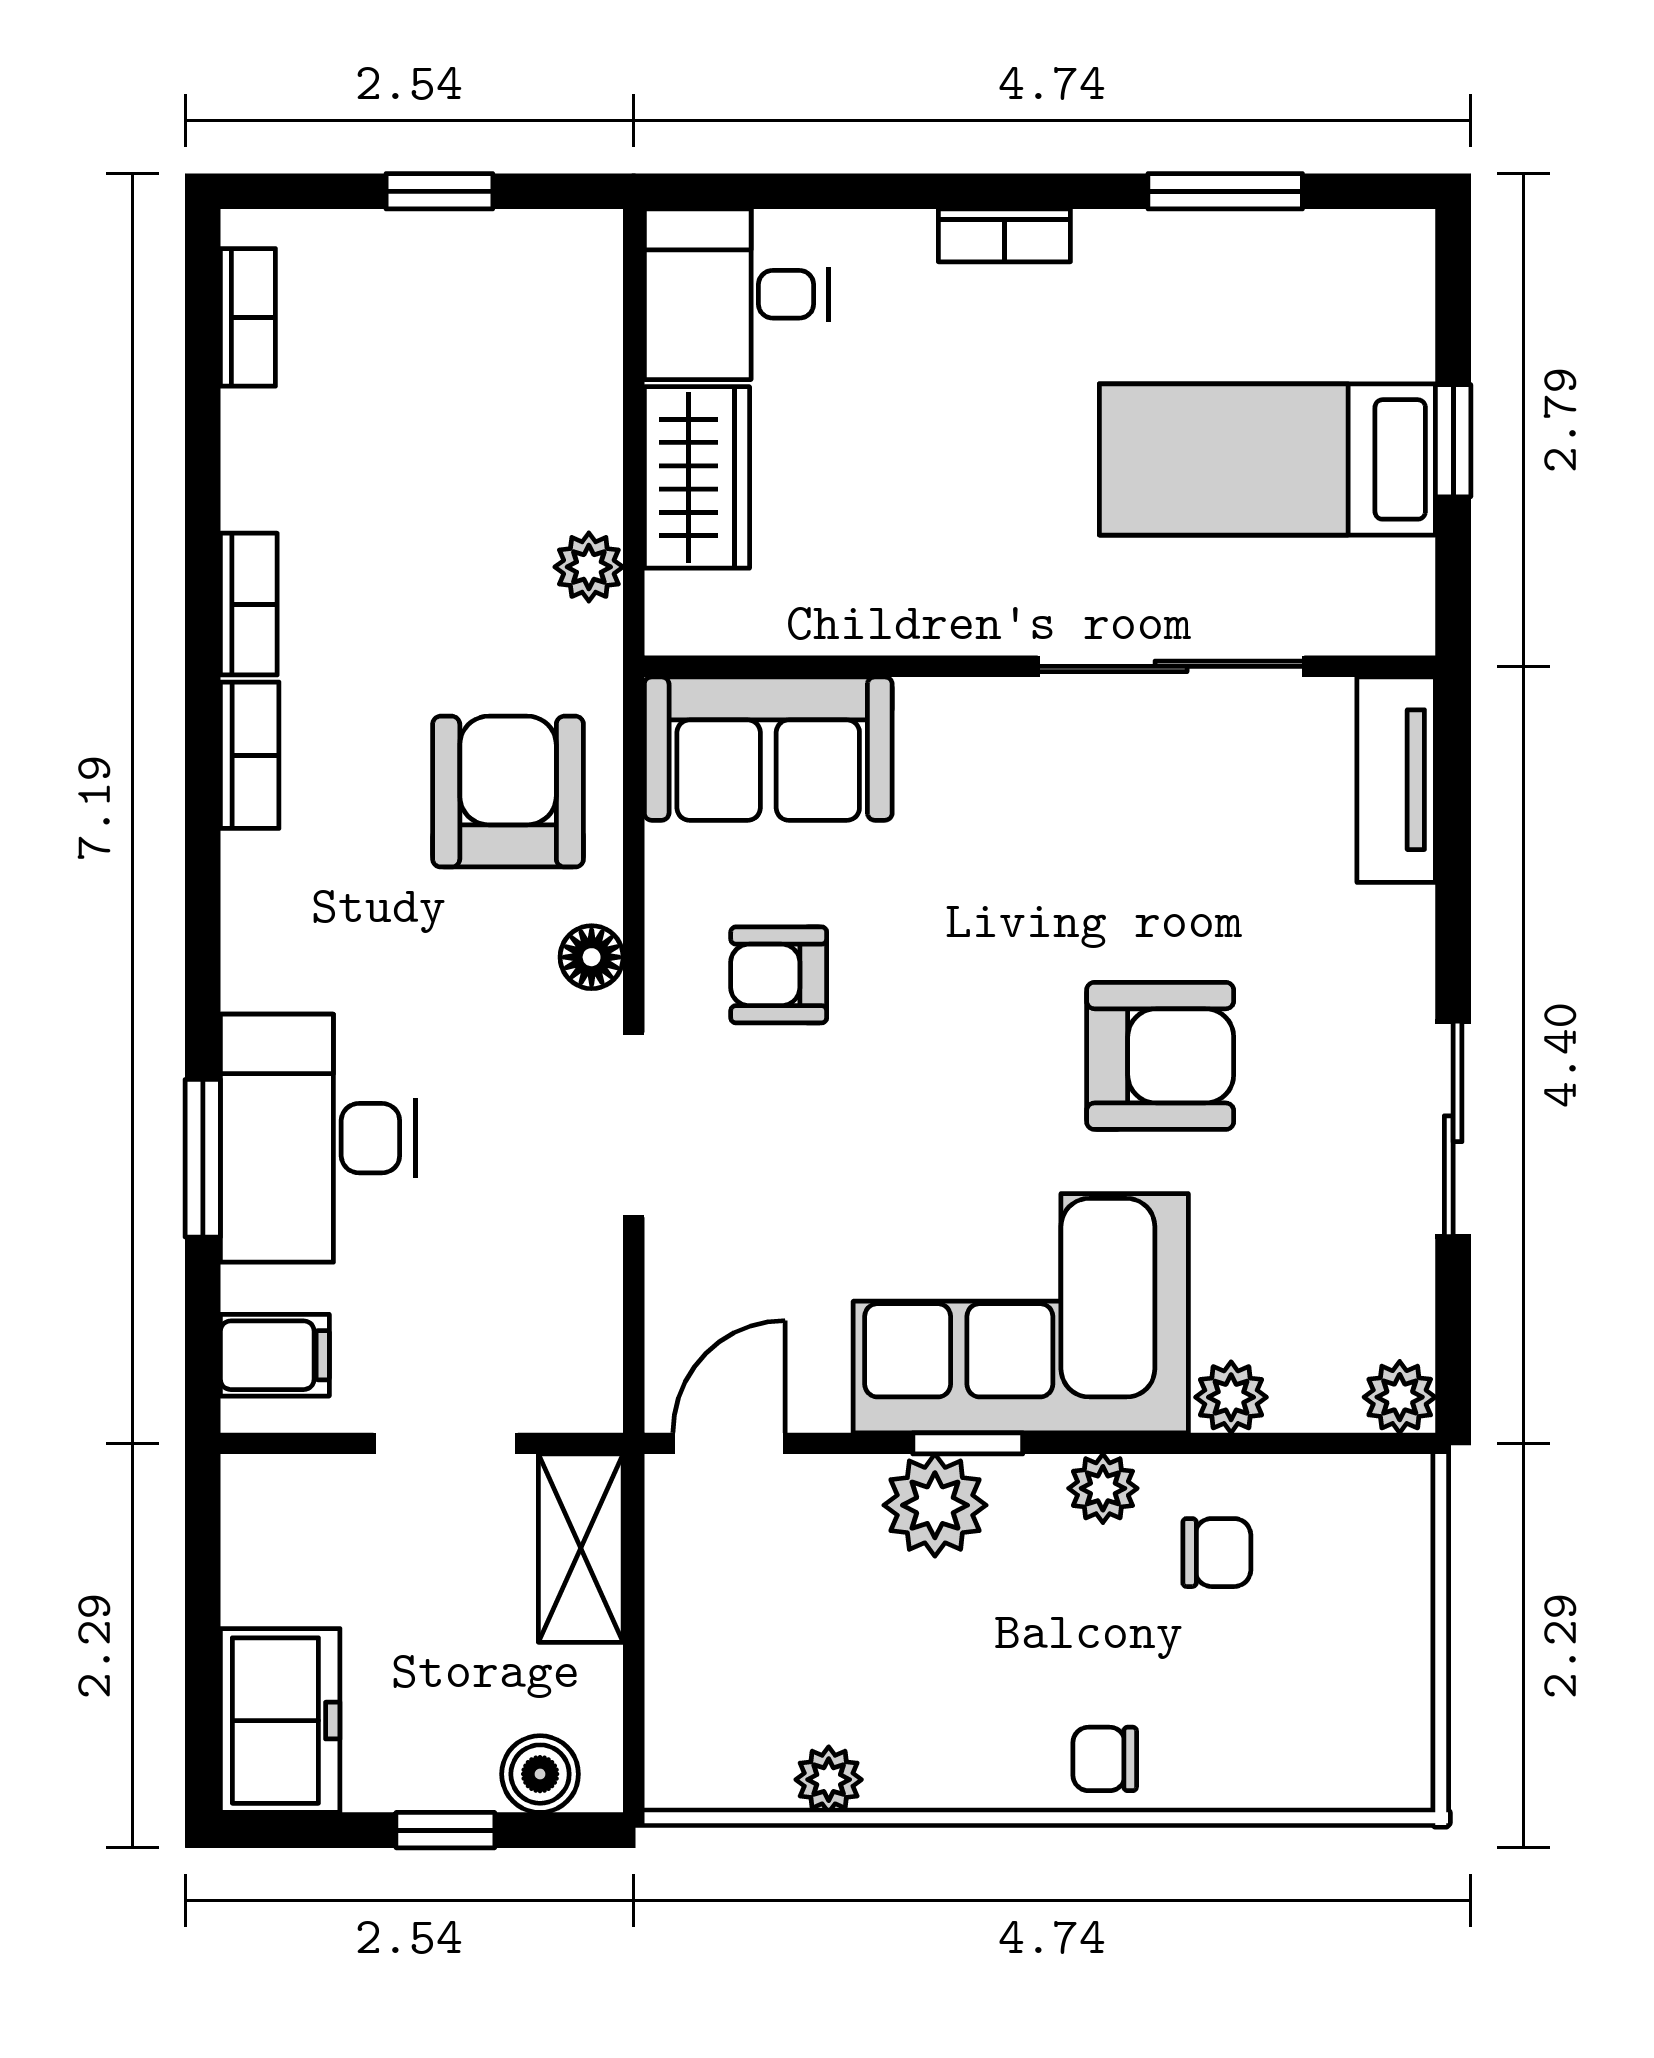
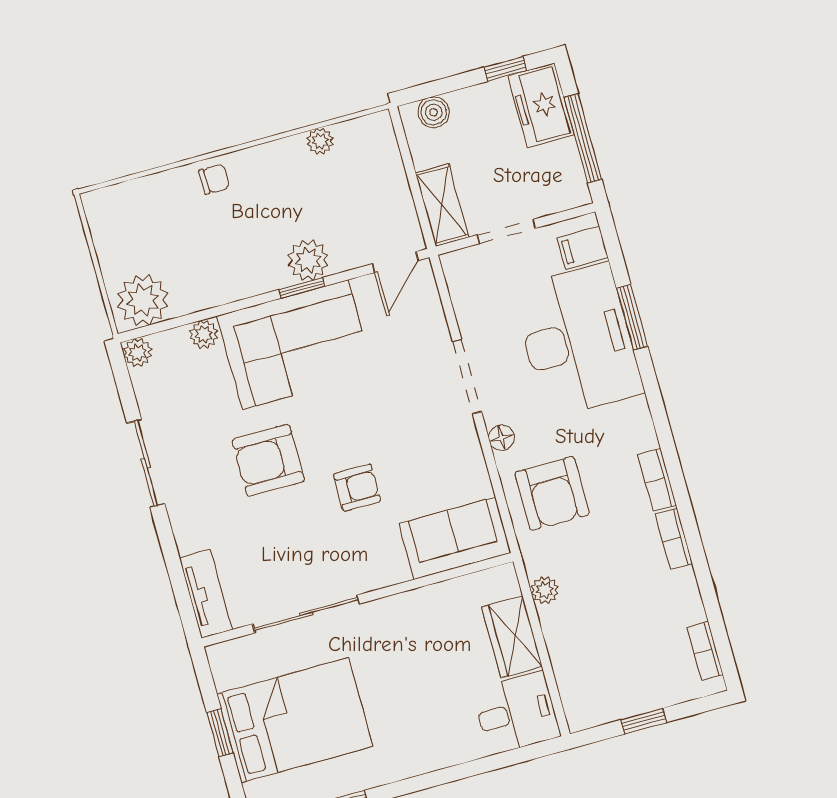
bookcase: (1004, 235) -> (418, 765), removed
bed: (1267, 459) -> (295, 720), width x1.50
armchair: (779, 975) -> (357, 488), moved
desk: (318, 1138) -> (578, 340), width x1.36, depth x1.30
plant: (1103, 1488) -> (143, 300), moved, width x1.87, depth x1.87
chair: (1217, 1553) -> (193, 272), removed
window: (203, 1614) -> (583, 138), added
window: (445, 1830) -> (505, 69), moved

